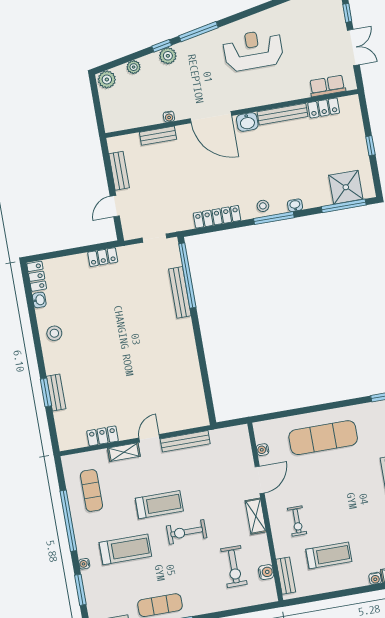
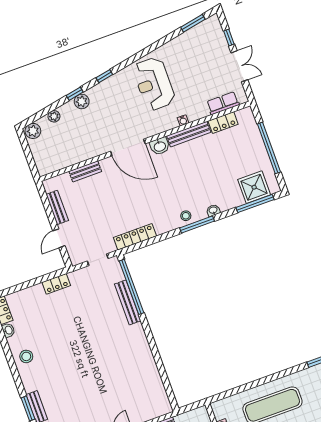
window: (199, 32) -> (104, 76), width x0.46
reception desk: (253, 50) -> (154, 84), turned -90
water cooler: (169, 117) -> (183, 120), moved
window: (370, 146) -> (269, 148), width x3.17
locker: (217, 217) -> (135, 237), moved

